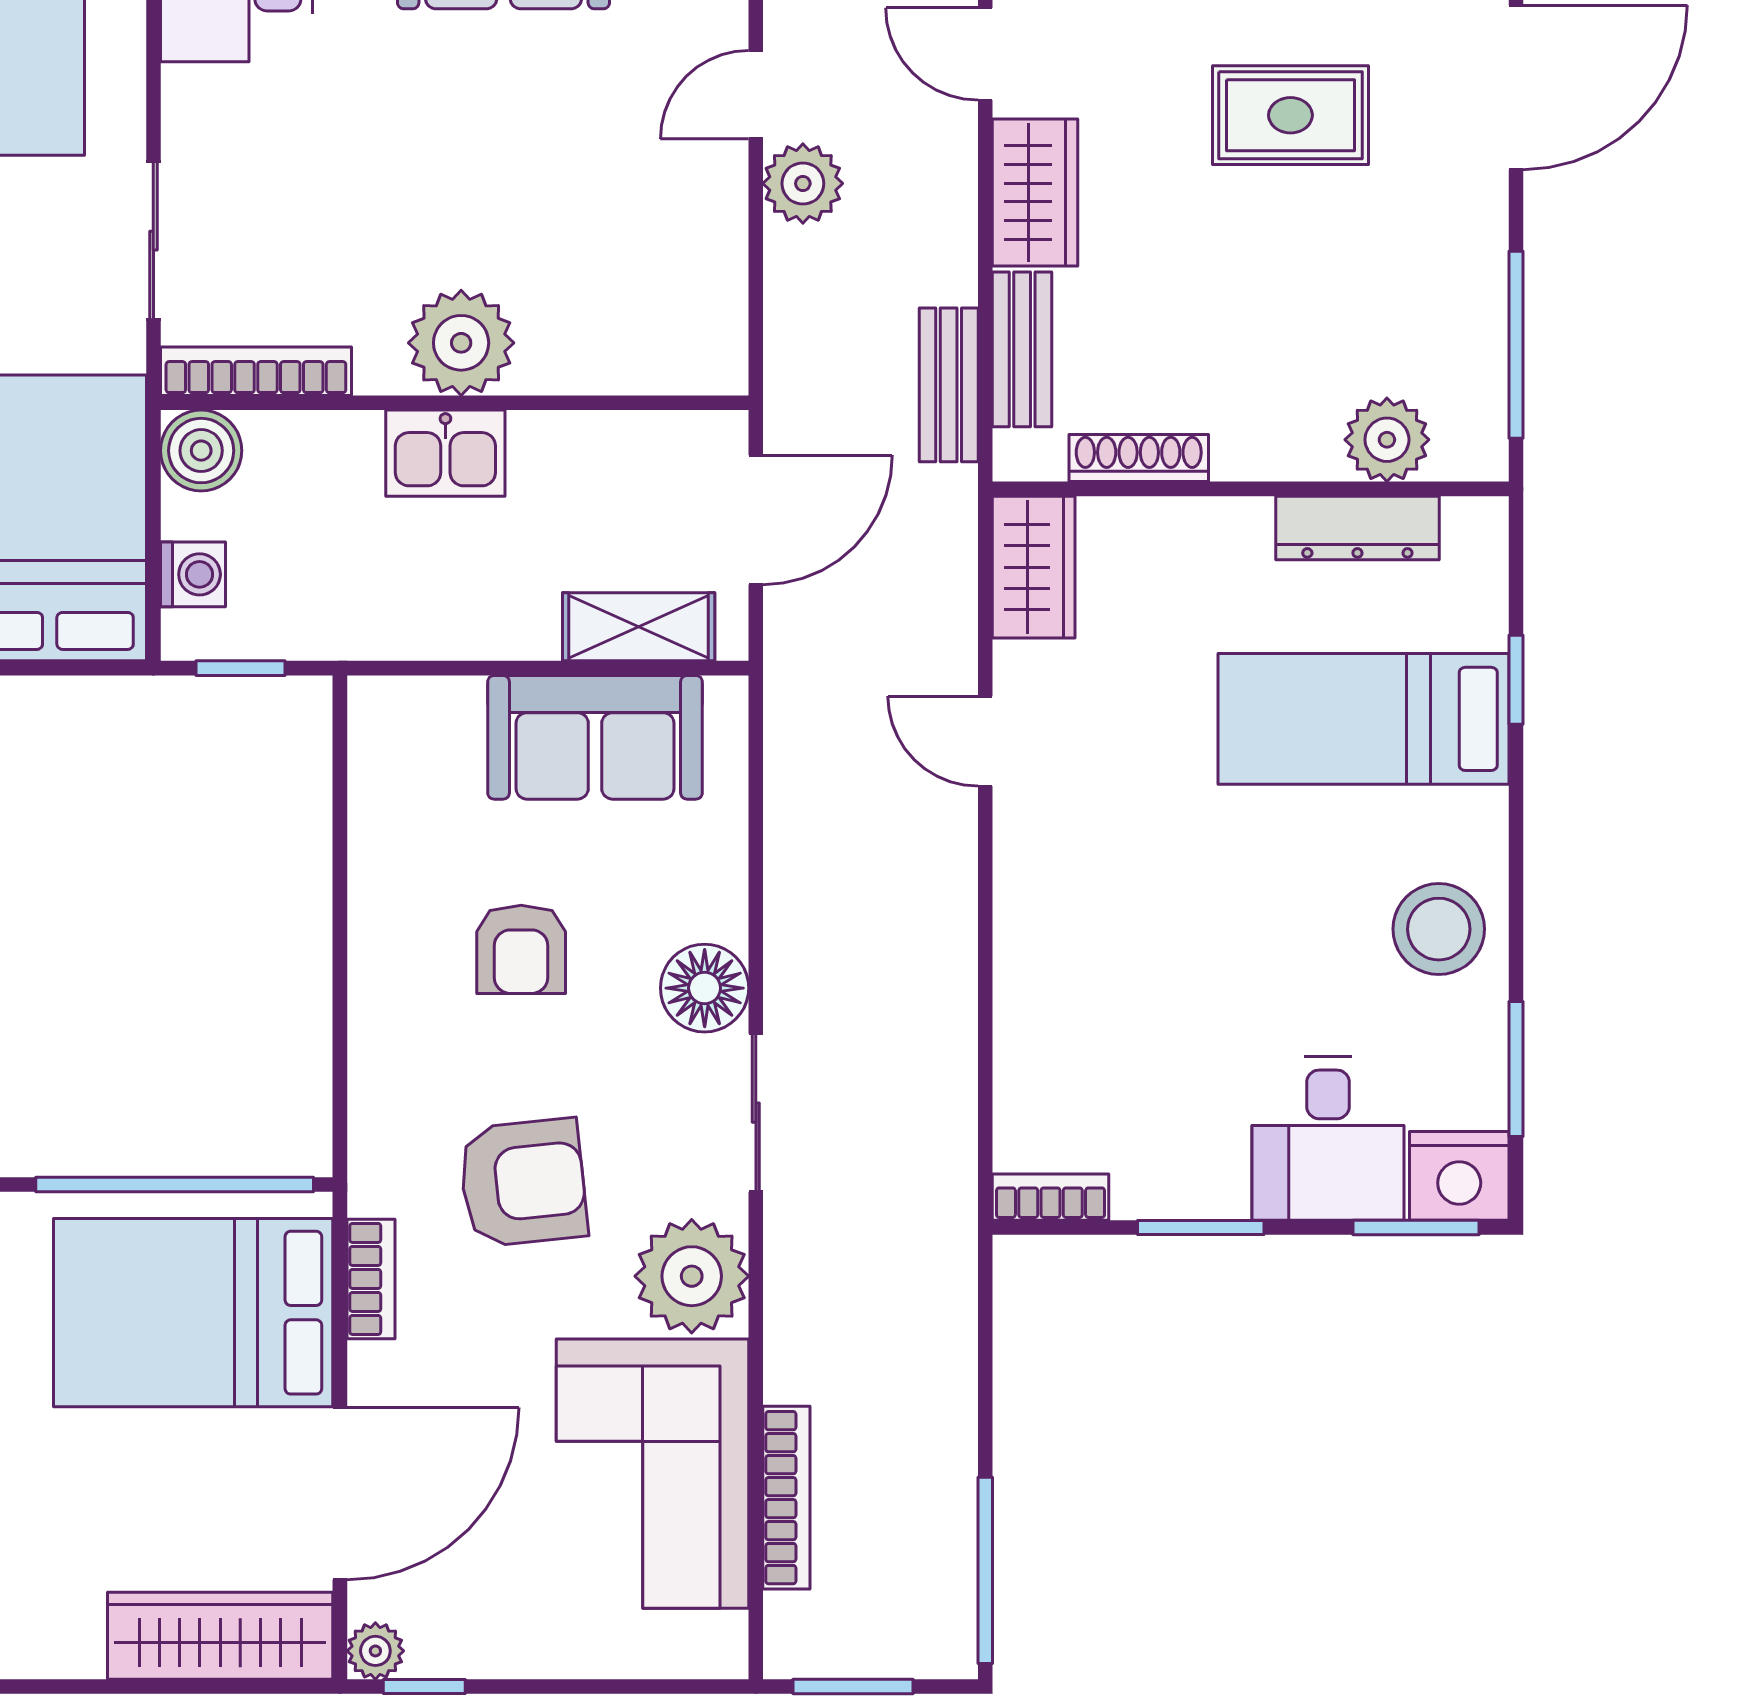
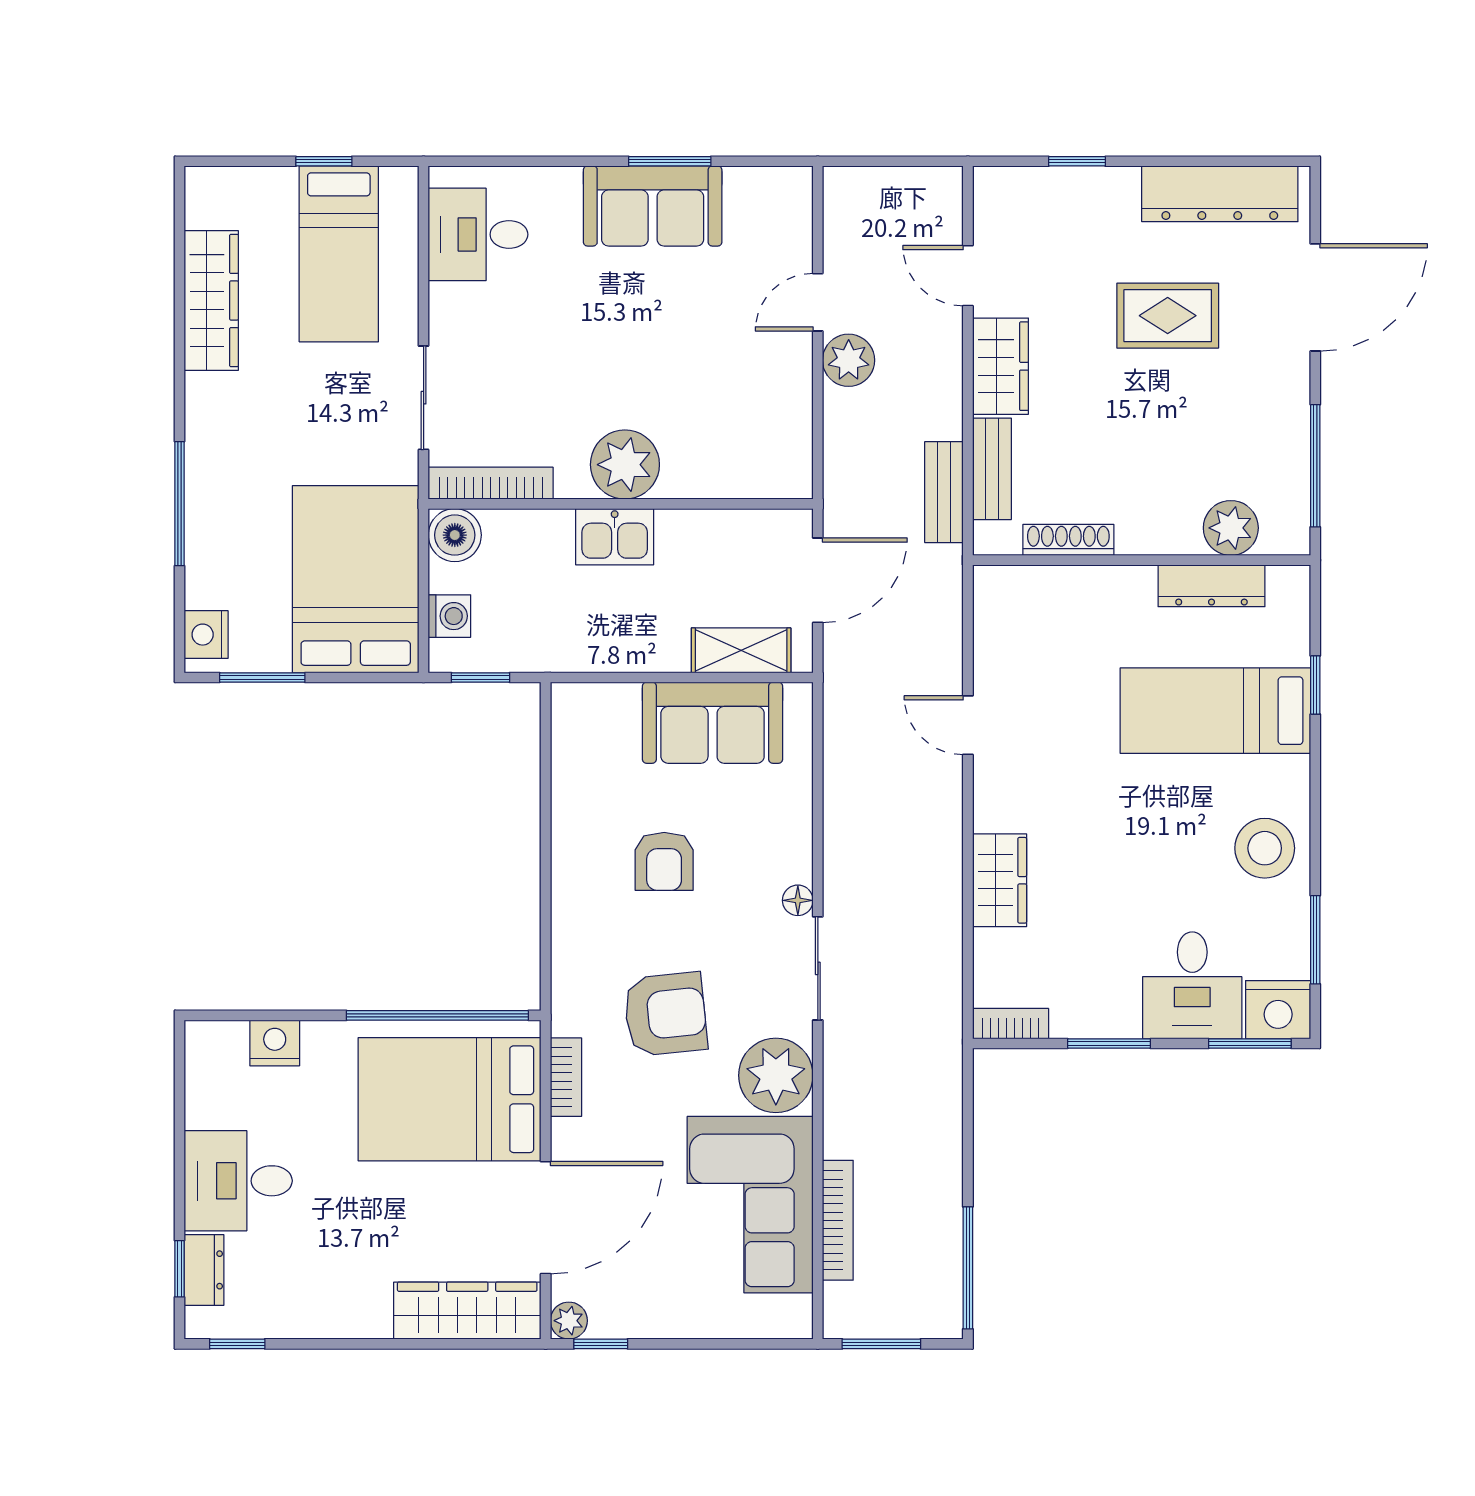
wardrobe: (1034, 567) -> (1000, 880), moved
floor lamp: (705, 988) -> (798, 900), width x0.53, depth x0.53

